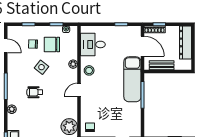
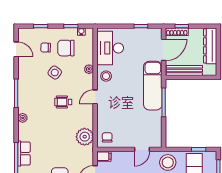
desk: (93, 44) -> (110, 48), width x1.37
door: (142, 46) -> (164, 50), hinge flipped
bench: (162, 65) -> (184, 70), width x1.36
wheelchair: (35, 92) -> (63, 102), moved

